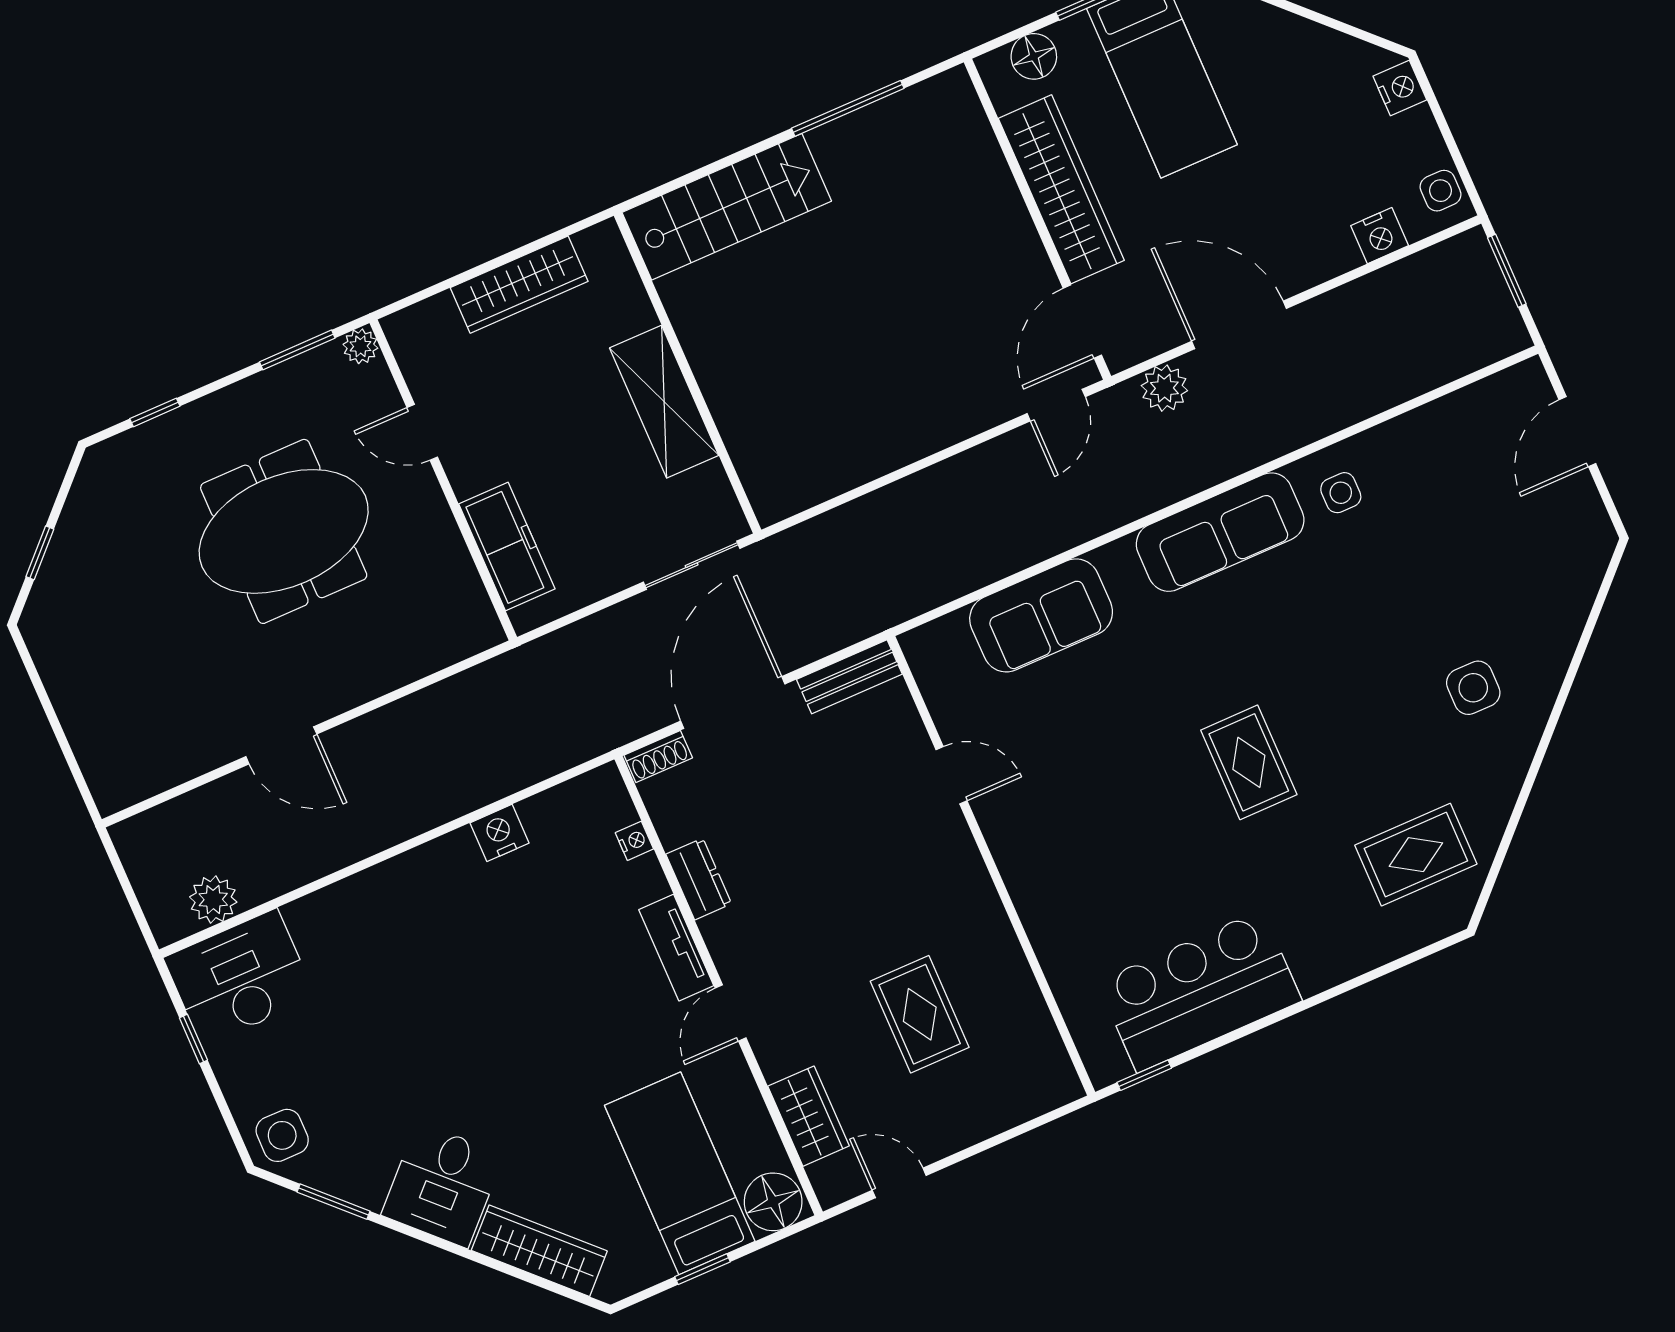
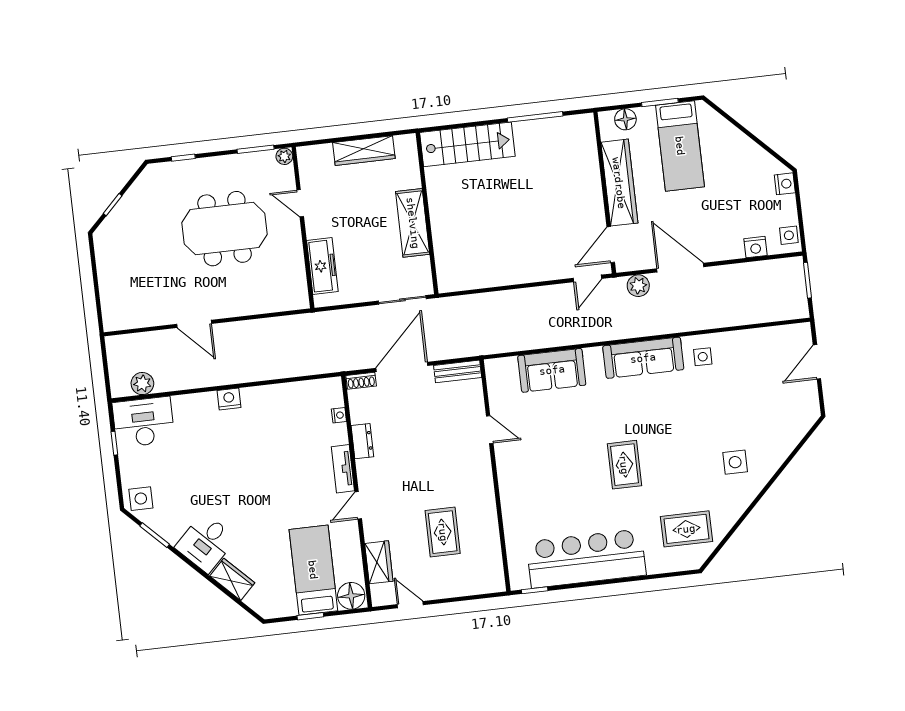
nightstand: (500, 833) -> (229, 399), moved
bar counter: (1199, 991) -> (586, 559), width x1.36
wardrobe: (539, 1251) -> (232, 579), width x0.67

